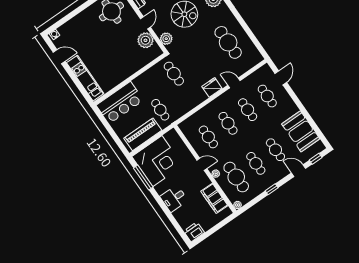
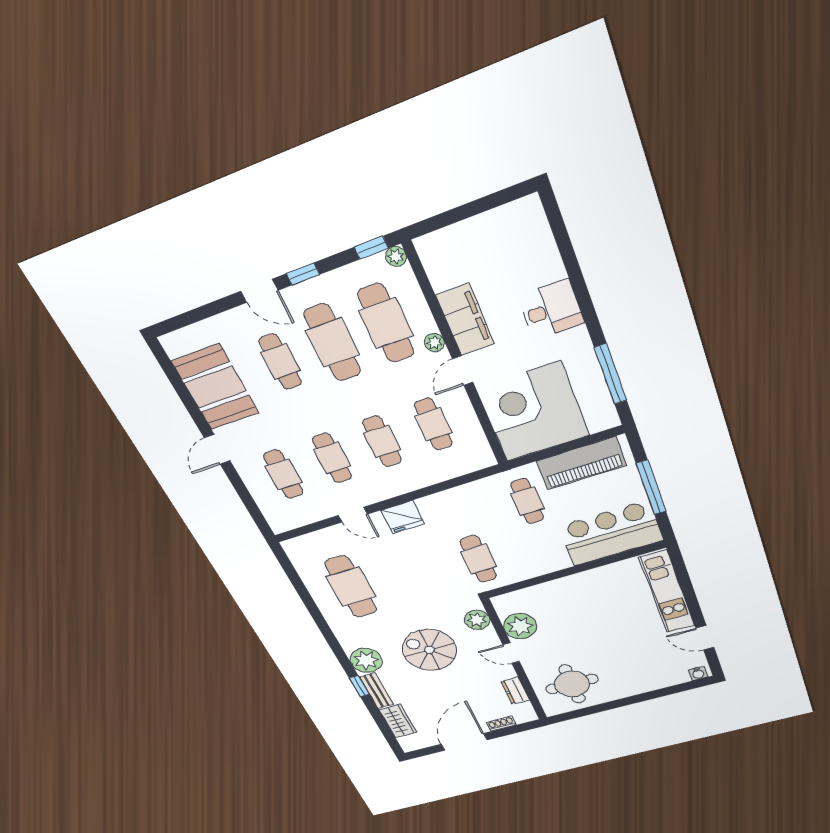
door: (145, 23) -> (511, 653), hinge flipped
door: (281, 78) -> (217, 449), moved
window: (110, 130) -> (651, 487), added
window: (316, 159) -> (371, 248), moved
corner desk: (157, 161) -> (533, 412), moved
cafe table: (256, 163) -> (332, 343), width x1.37, depth x1.35
door: (202, 164) -> (463, 371), hinge flipped
door: (298, 171) -> (259, 291), moved
filing cabinet: (214, 198) -> (465, 320), moved
printer: (194, 232) -> (523, 216), removed

